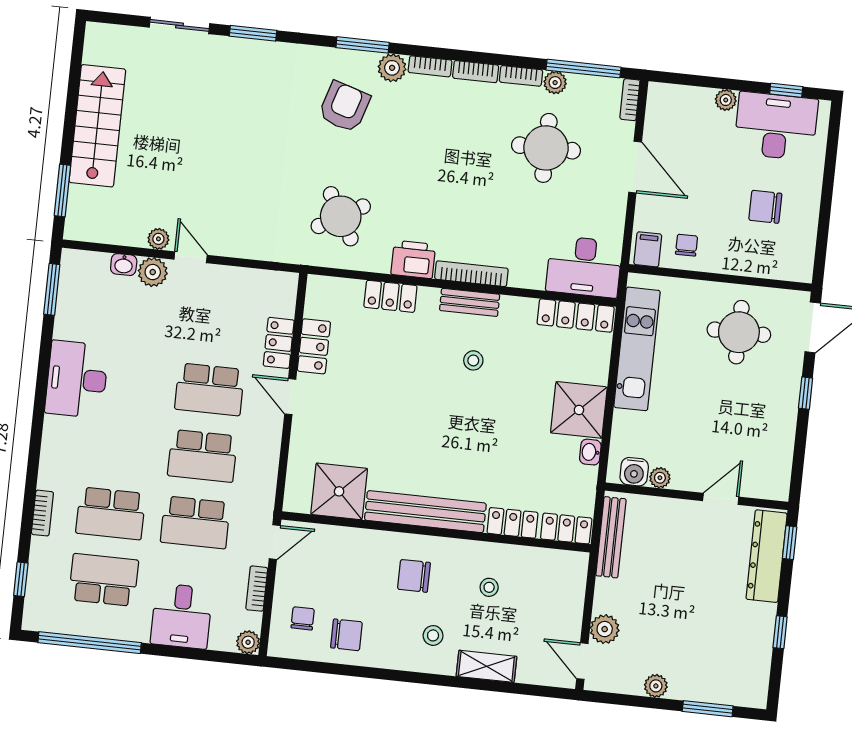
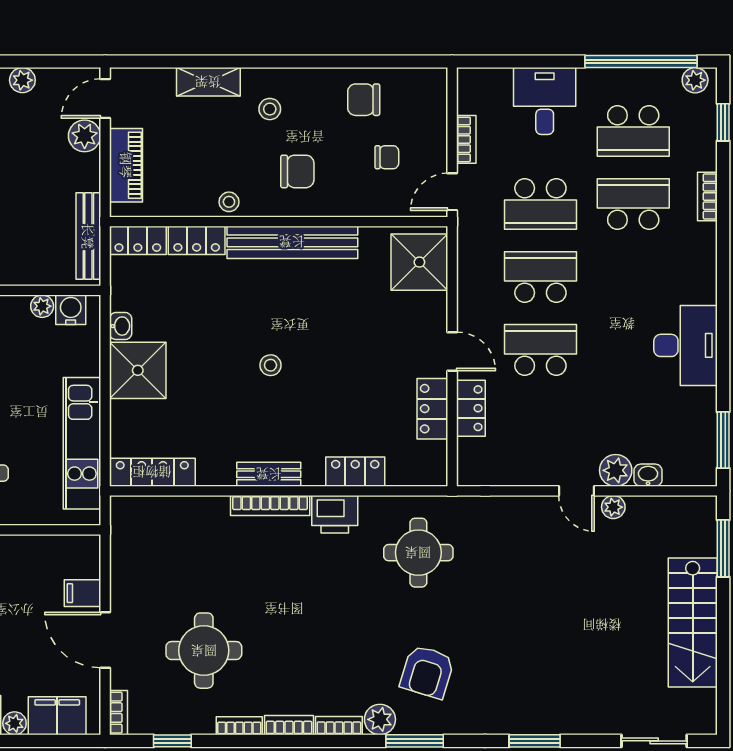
sliding door: (179, 25) -> (654, 741), moved
window: (583, 69) -> (172, 741), width x0.46
plant: (555, 83) -> (201, 722), removed
filing cabinet: (686, 103) -> (57, 716), added
round table: (341, 216) -> (418, 553), turned 30
chair: (687, 245) -> (40, 561), removed
filing cabinet: (648, 249) -> (82, 593), moved, turned 90
desk: (584, 267) -> (149, 526), removed
stool: (473, 360) -> (270, 365), moved
shower: (339, 491) -> (419, 262), moved
school desk: (195, 522) -> (540, 204), turned 180
stool: (489, 587) -> (229, 202), moved
piano: (570, 598) -> (126, 165), added
chair: (303, 618) -> (387, 157), moved, turned -90
plant: (248, 642) -> (695, 80), moved
door: (582, 661) -> (105, 99), swing flipped

